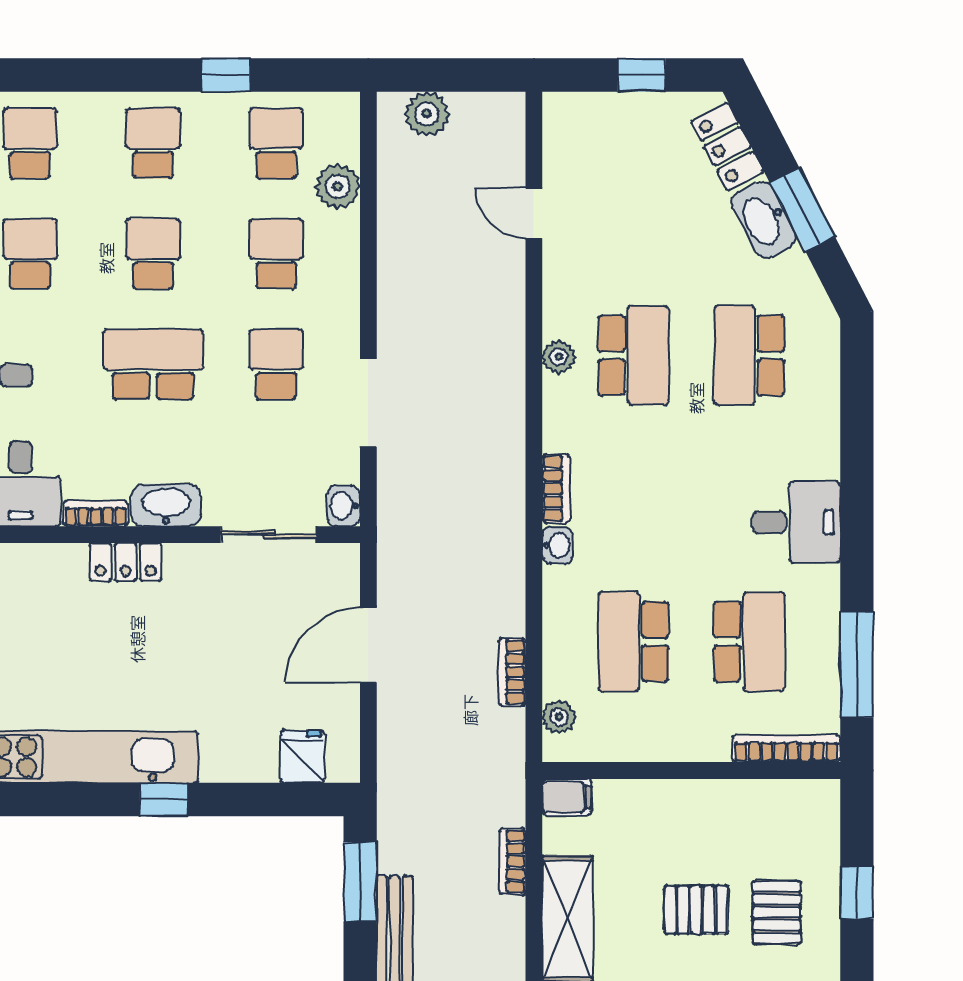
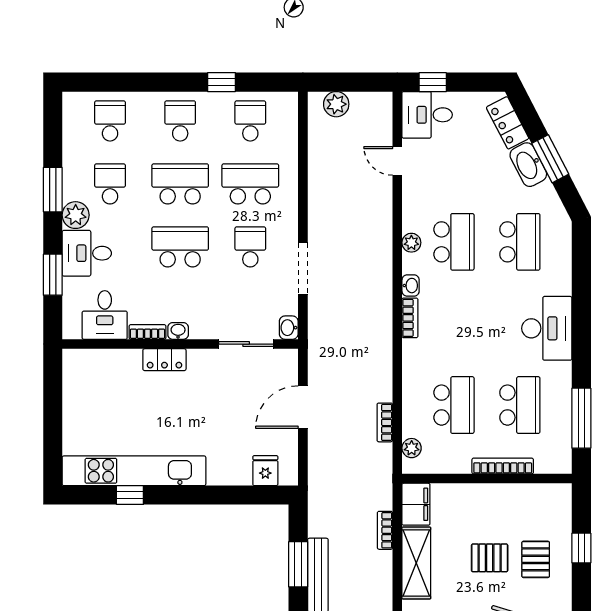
window: (642, 75) -> (433, 82), moved
desk: (586, 133) -> (427, 115), added
plant: (338, 187) -> (285, 146), removed
school desk: (153, 254) -> (180, 184), width x1.85
school desk: (276, 254) -> (250, 184), width x1.85
school desk: (749, 355) -> (520, 242), turned 180
washbasin: (166, 505) -> (178, 331), width x0.52, depth x0.69
desk: (796, 522) -> (547, 328), width x1.37
washbasin: (557, 545) -> (411, 286), moved
school desk: (633, 642) -> (454, 405), turned 180
bookcase: (786, 748) -> (503, 466), moved
filing cabinet: (567, 797) -> (416, 504), width x2.00
window: (164, 799) -> (130, 495), moved
window: (360, 882) -> (298, 564), moved

